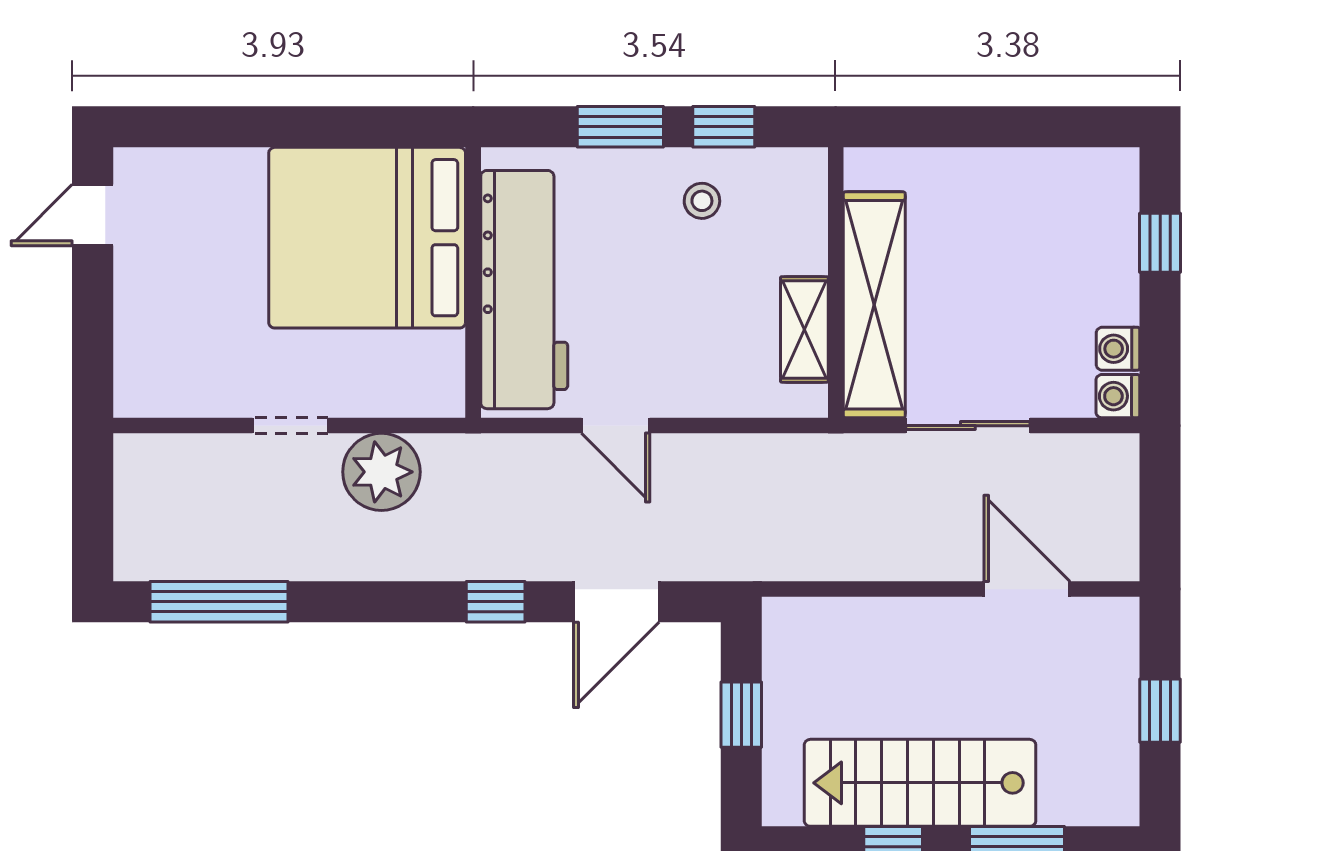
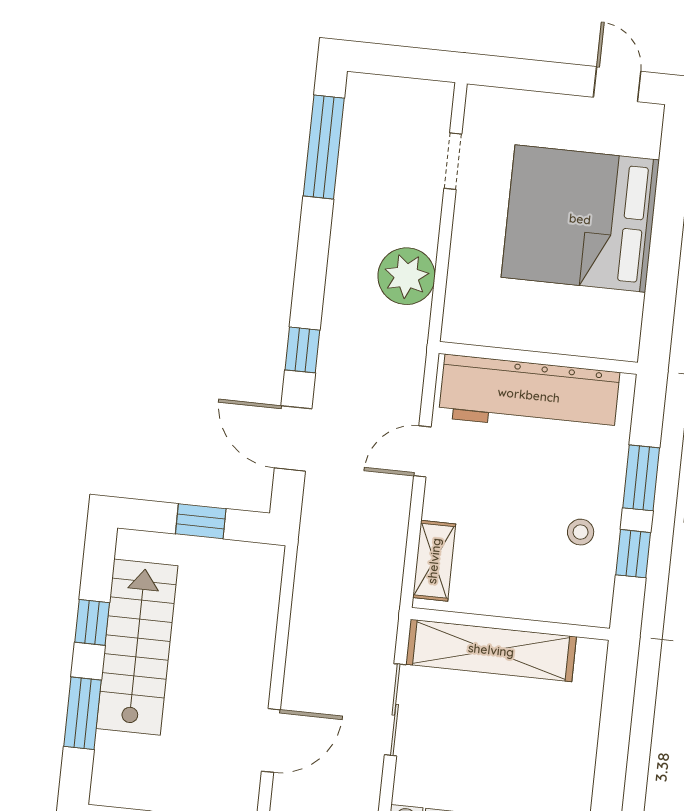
bed: (367, 238) -> (580, 219), moved, turned -90
shelving: (804, 329) -> (434, 561), moved, turned 90
doorway: (290, 426) -> (453, 161), moved

